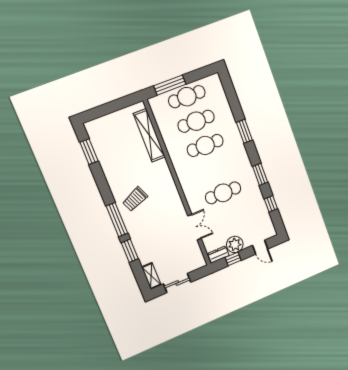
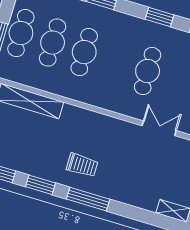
trolley: (135, 199) -> (82, 165), turned -67
window: (130, 251) -> (40, 185), moved

